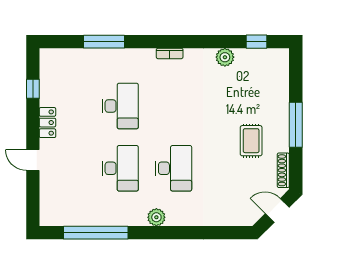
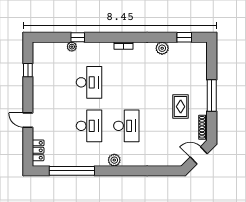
window: (104, 42) -> (78, 37), width x0.46
plant: (96, 55) -> (72, 47), added
locker: (47, 123) -> (38, 150), moved

